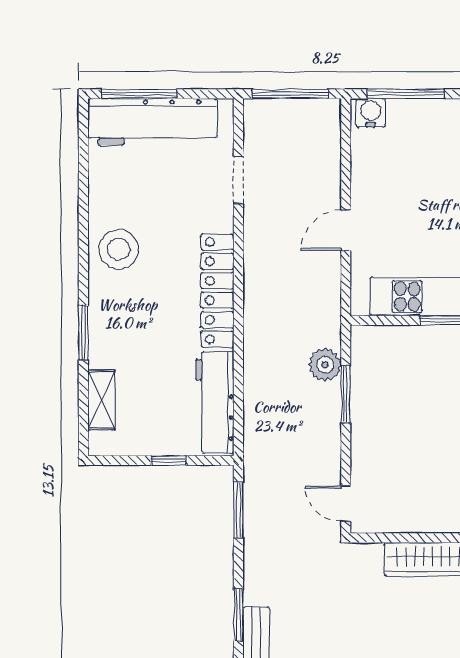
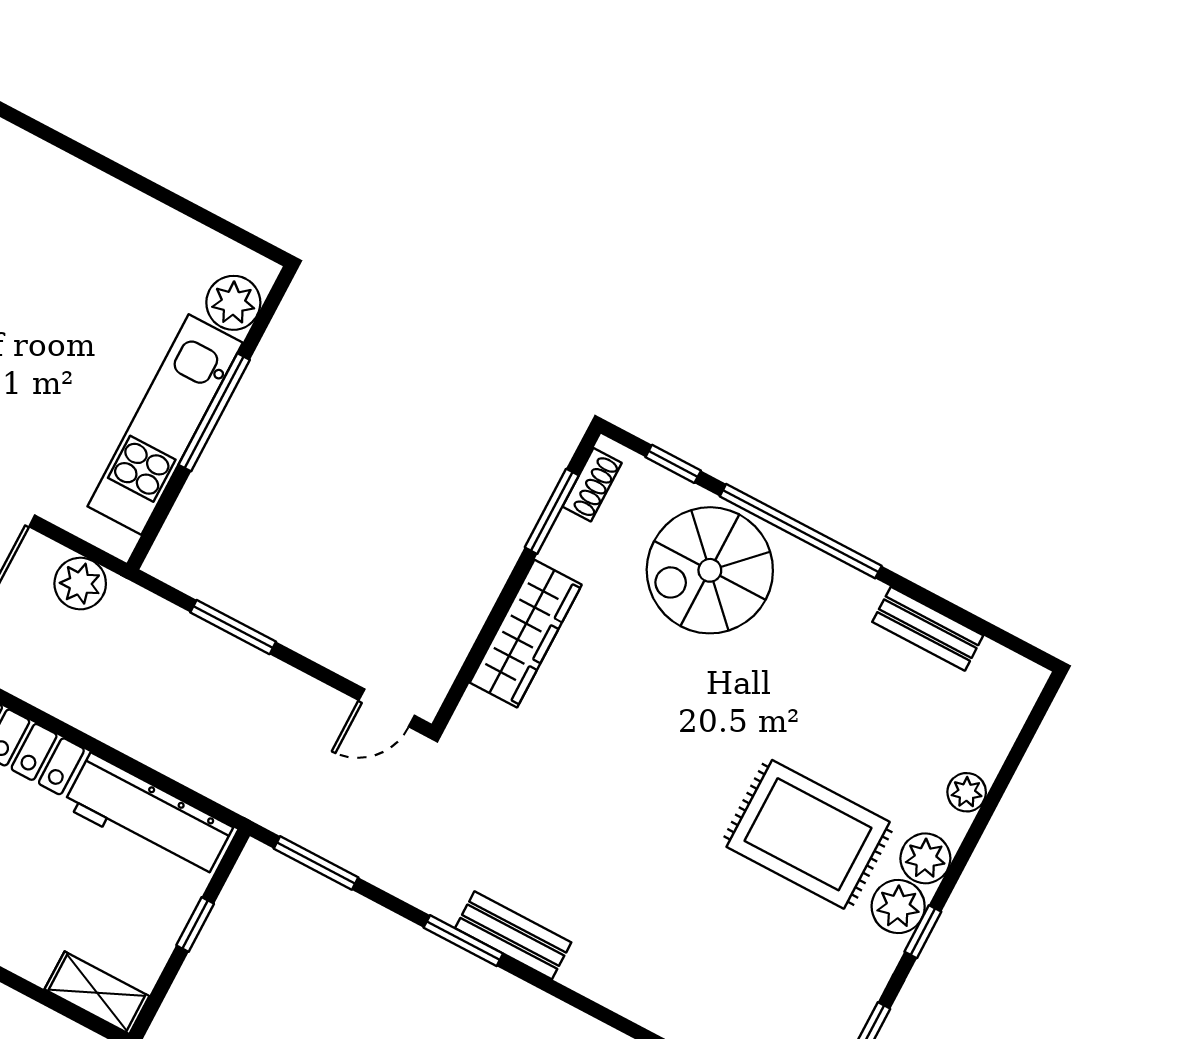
plant: (325, 365) -> (80, 584), moved
shelving: (102, 400) -> (97, 993), moved

